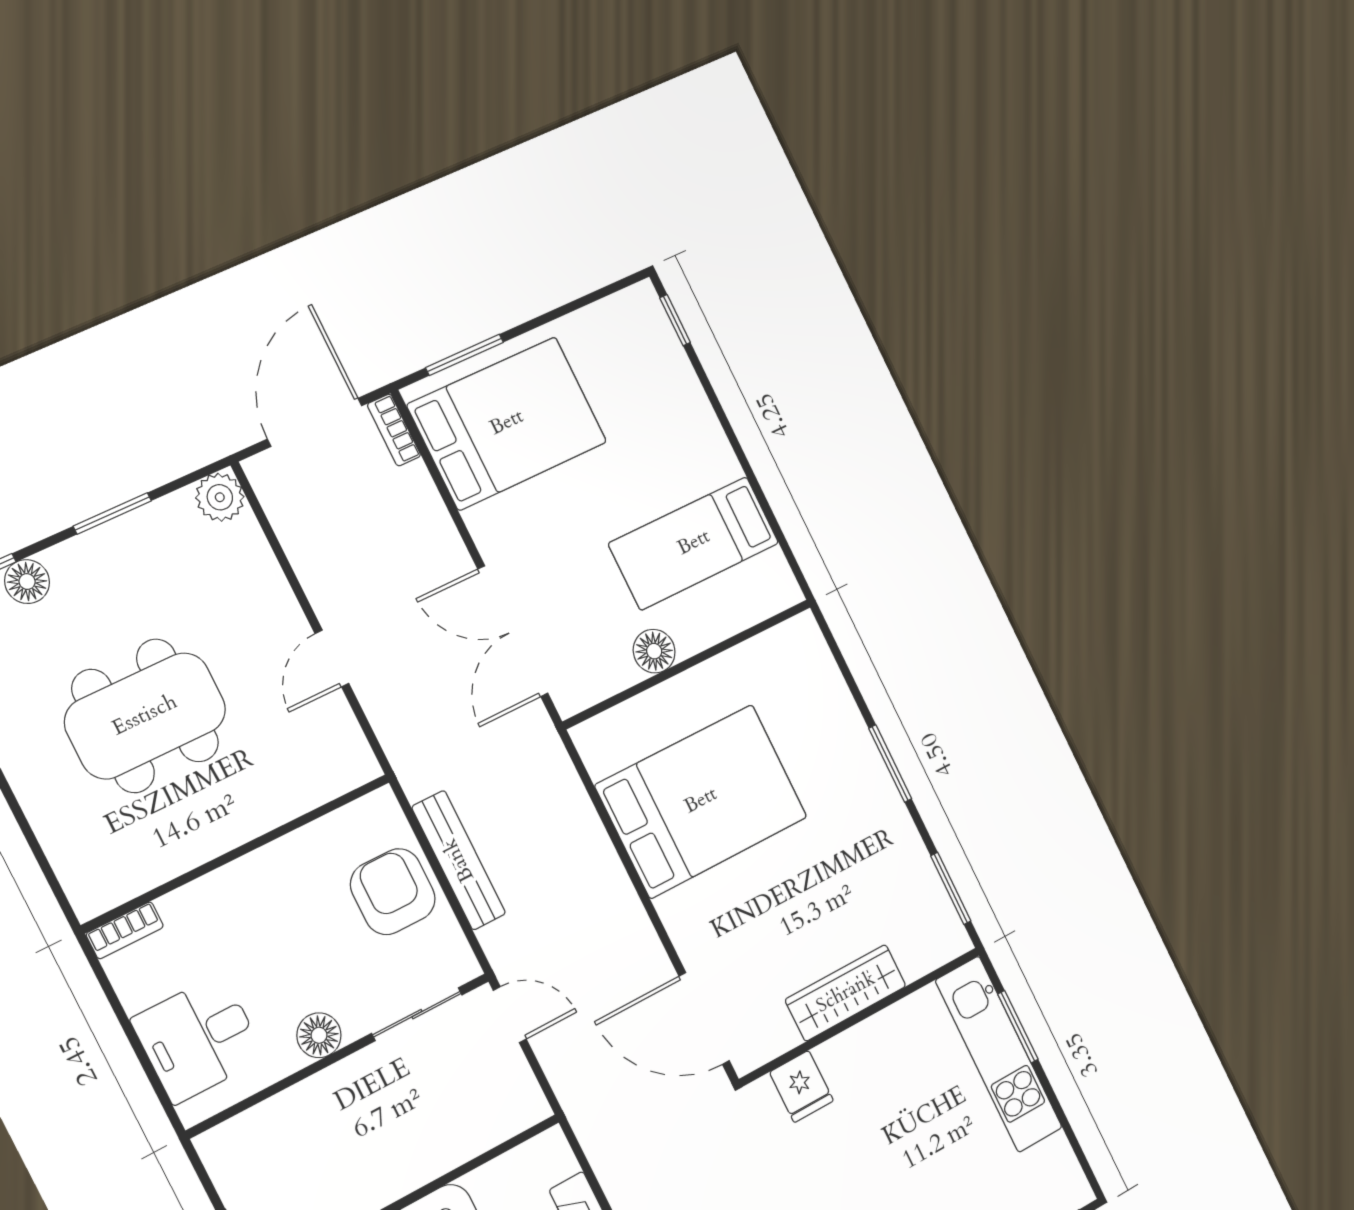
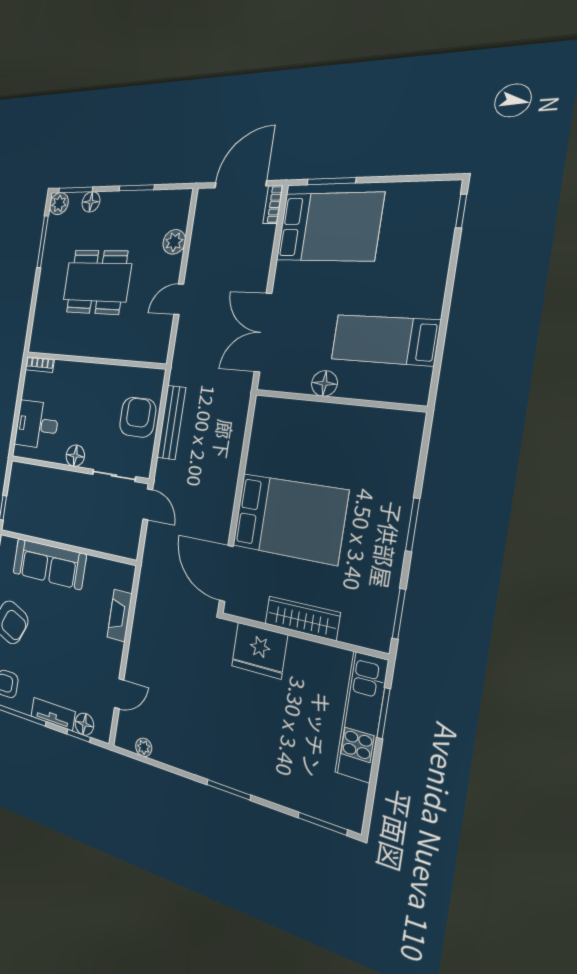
plant: (220, 497) -> (174, 242), moved
bed: (701, 801) -> (289, 519), moved
fridge: (801, 1086) -> (259, 651), width x1.88, depth x1.34

